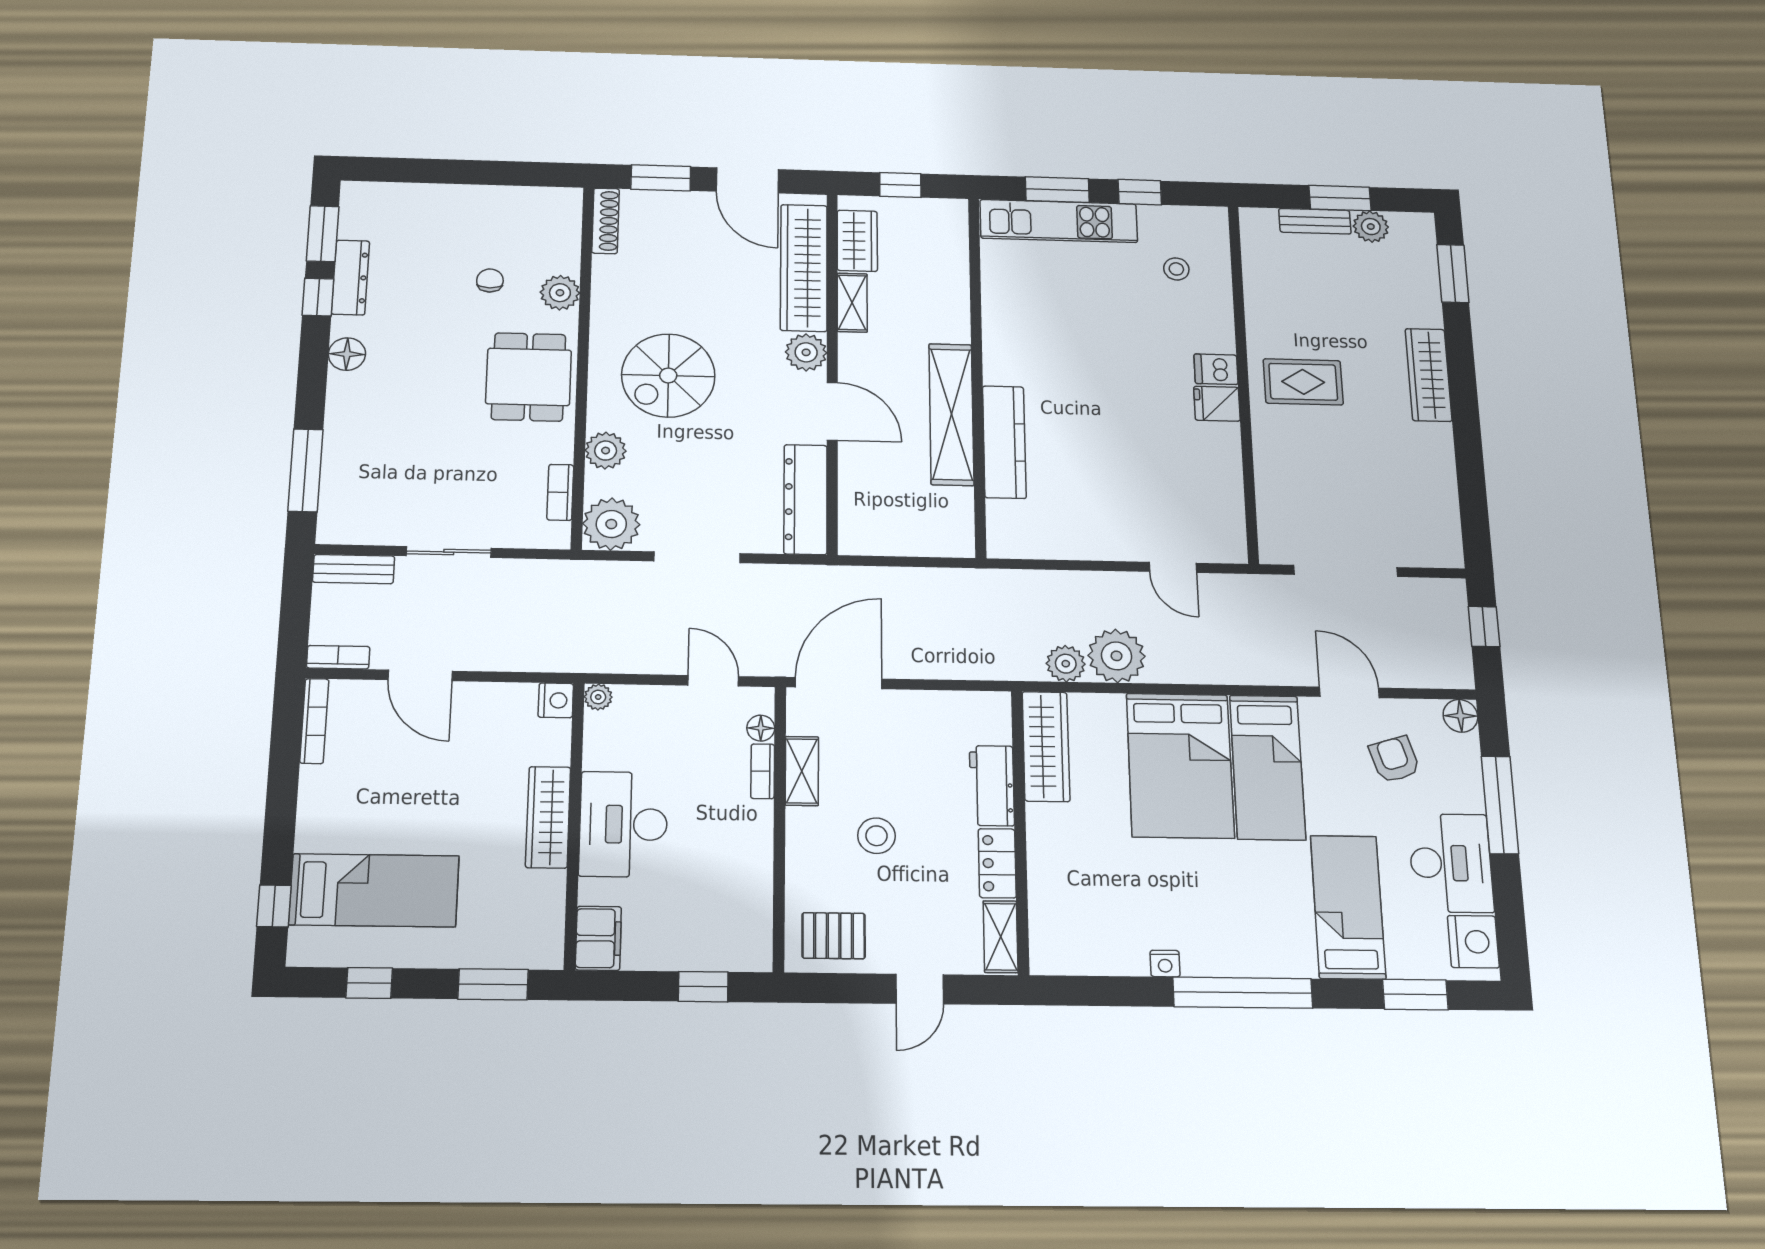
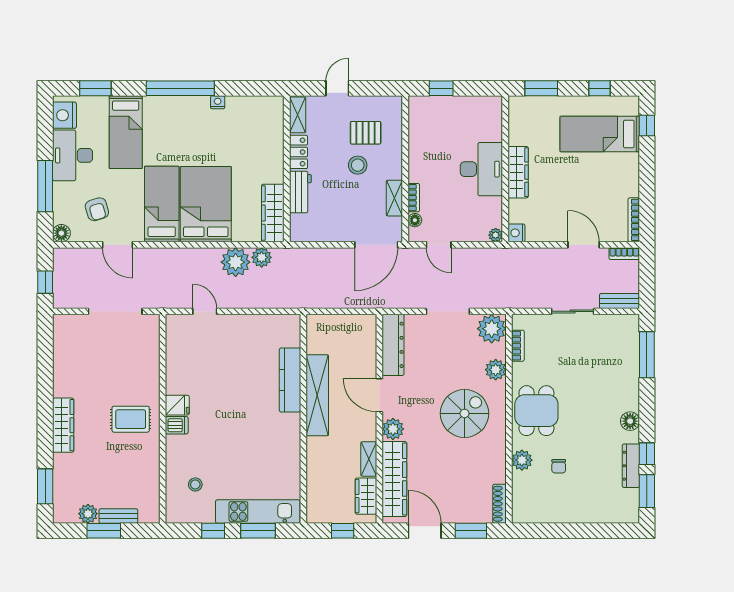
pallet: (834, 936) -> (366, 133), moved
filing cabinet: (598, 938) -> (492, 112), removed

